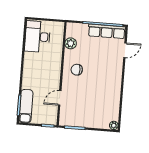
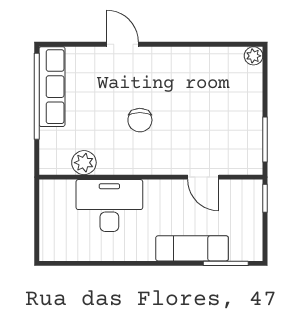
desk: (38, 37) -> (109, 206), moved, turned 180
door: (125, 50) -> (123, 44), moved
chair: (77, 70) -> (140, 120), moved
exam couch: (26, 106) -> (192, 248), moved

